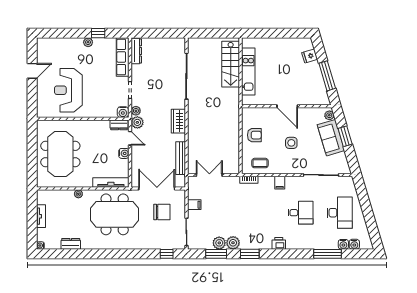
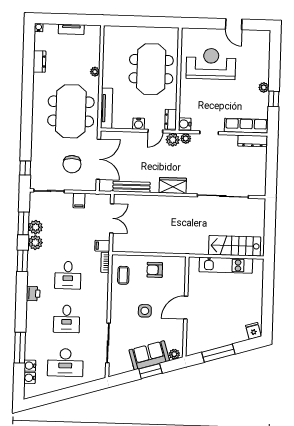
fridge: (310, 56) -> (253, 331), moved
armchair: (254, 135) -> (155, 270), turned 90
meeting table: (60, 154) -> (151, 69), moved, turned 90
filing cabinet: (280, 183) -> (102, 246), moved
desk: (261, 213) -> (68, 275), added

